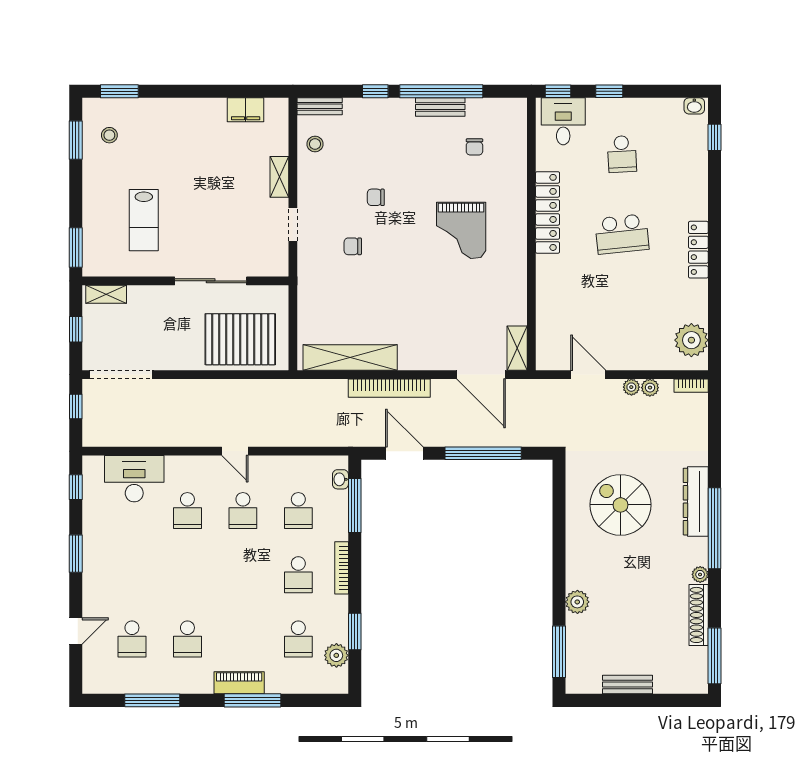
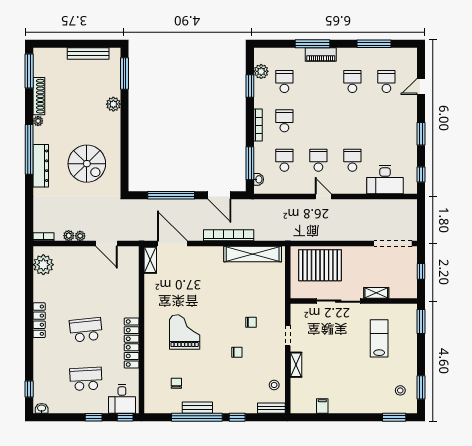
filing cabinet: (246, 110) -> (322, 406), width x0.50
school desk: (622, 154) -> (86, 379), width x1.85
shelving: (106, 294) -> (376, 293), moved
window: (76, 407) -> (421, 224), removed
bench: (627, 685) -> (88, 54), width x1.36

